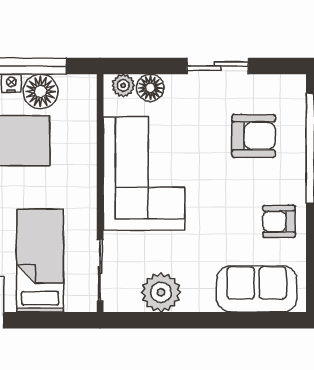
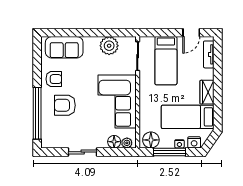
floor lamp: (40, 92) -> (151, 140), moved
armchair: (254, 136) -> (65, 105), moved

